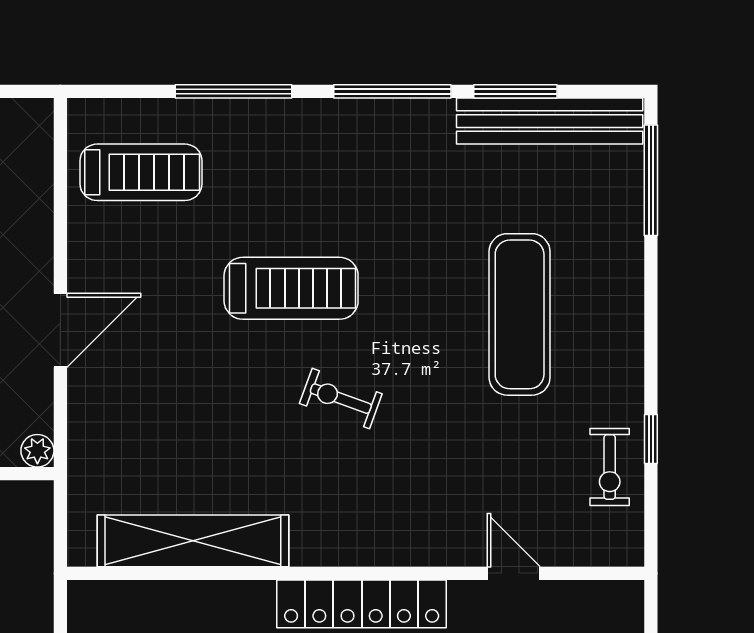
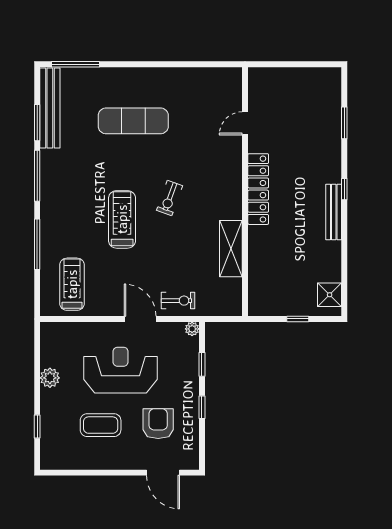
window: (651, 439) -> (187, 64), removed
exercise bike: (610, 467) -> (178, 301), moved
shelving: (193, 541) -> (231, 249), width x0.68

